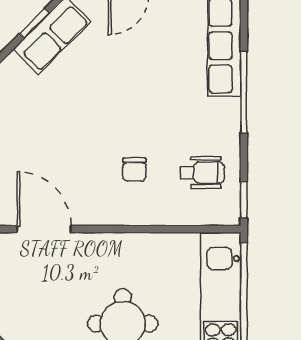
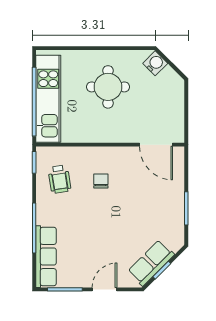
wheelchair: (202, 172) -> (59, 179), turned -99

